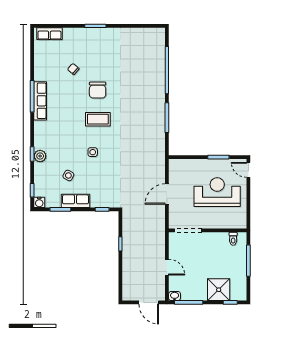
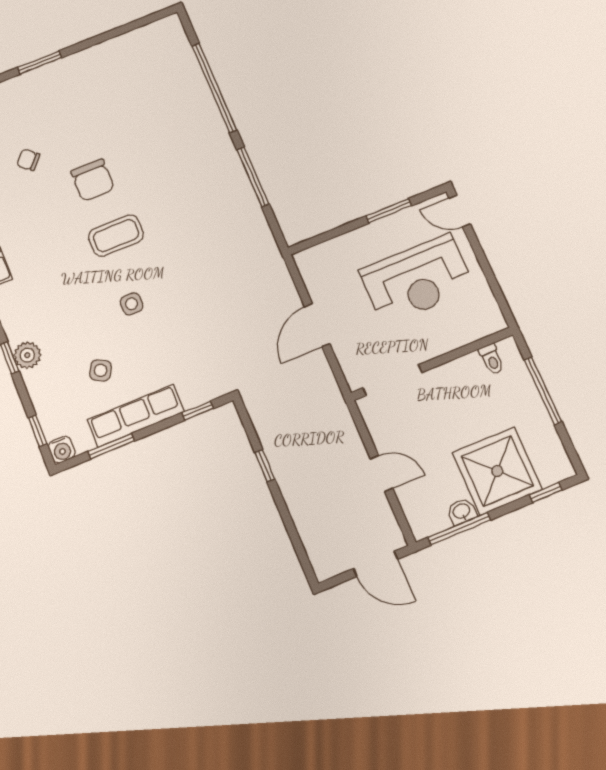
reception desk: (217, 192) -> (417, 280), turned 180
row of seats: (76, 201) -> (136, 416), width x1.48
shower: (219, 290) -> (497, 471), width x1.37, depth x1.37
washbasin: (175, 296) -> (462, 512), moved

